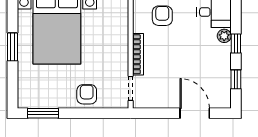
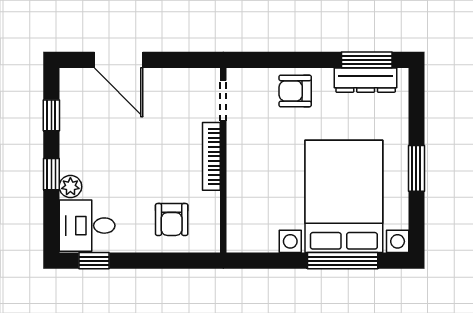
armchair: (87, 94) -> (295, 91), turned 90
dresser: (44, 101) -> (366, 80), added

